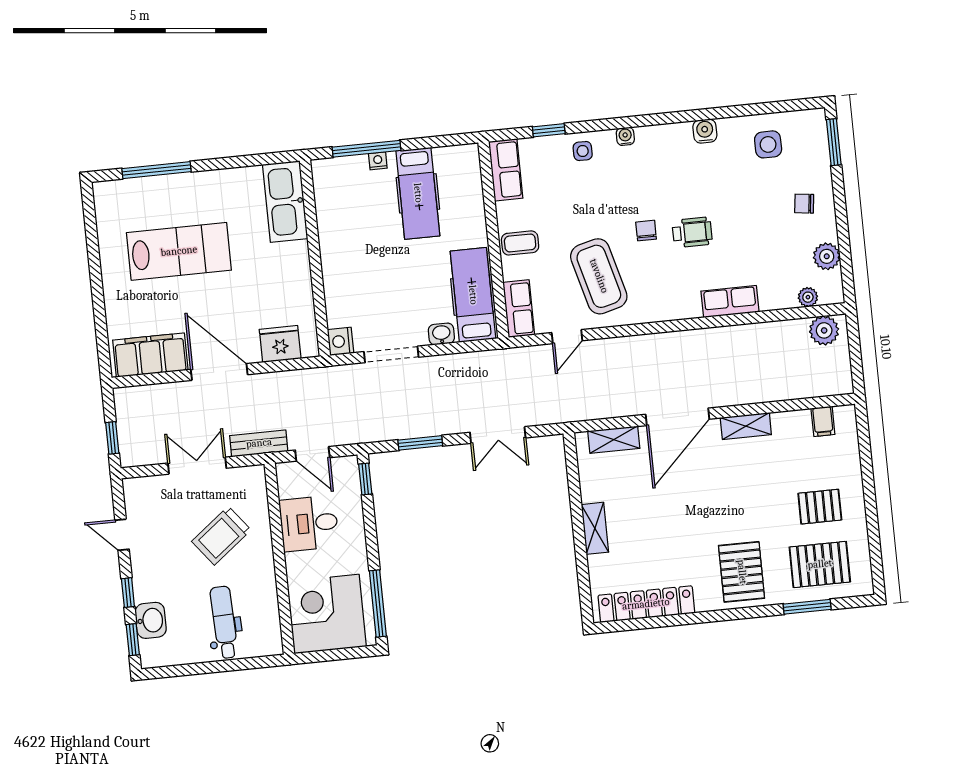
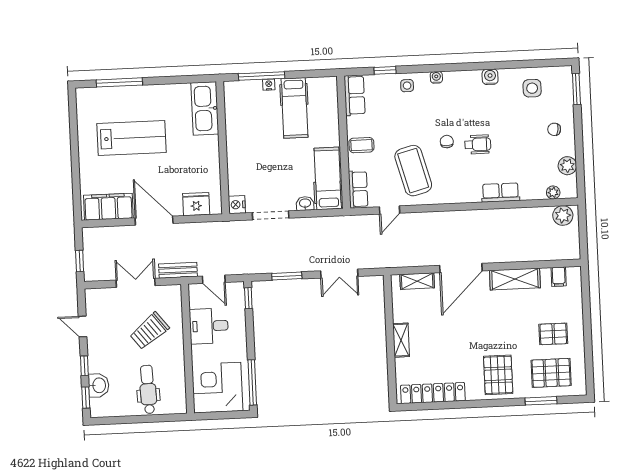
shelving: (746, 426) -> (515, 279), width x1.50, depth x1.33

